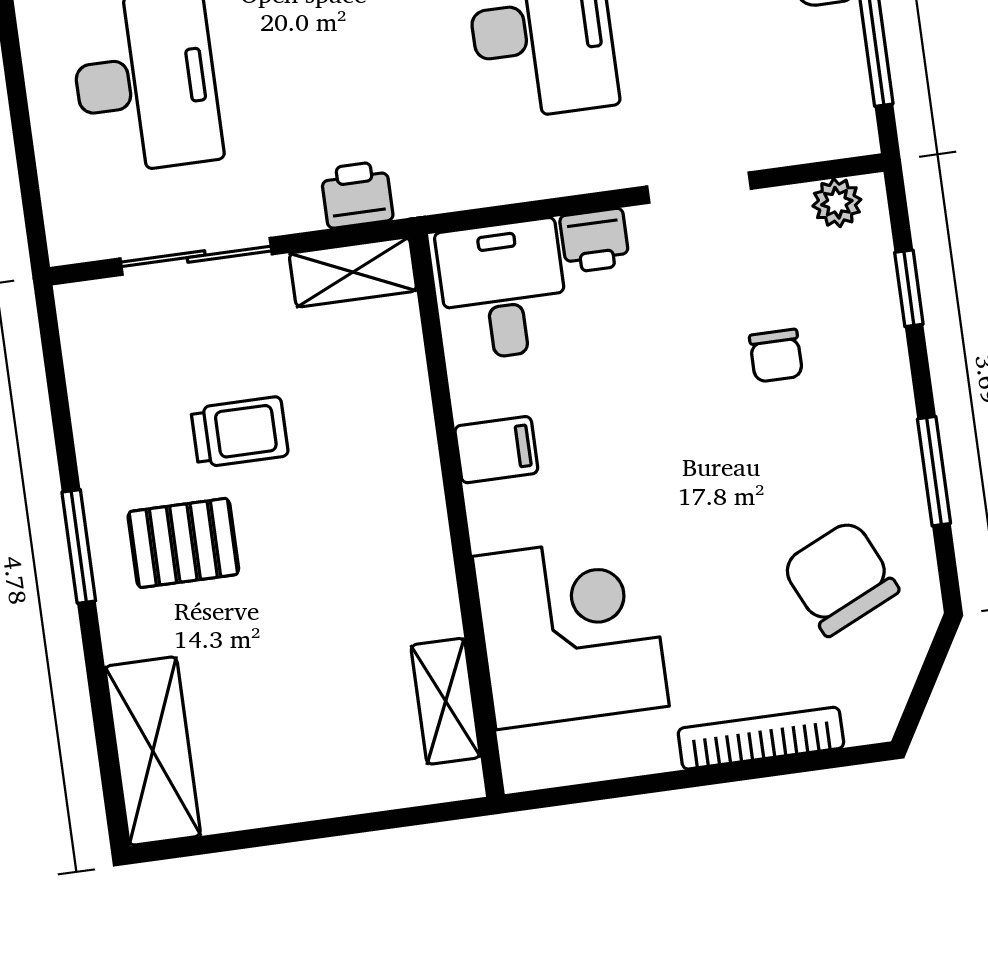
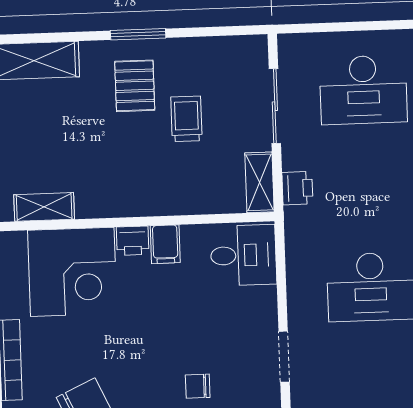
printer: (595, 240) -> (133, 241), moved, turned -90
trolley: (240, 432) -> (186, 119), turned 180

